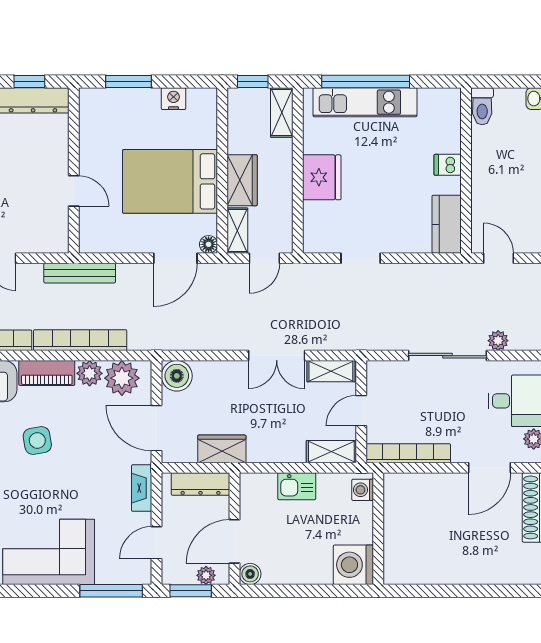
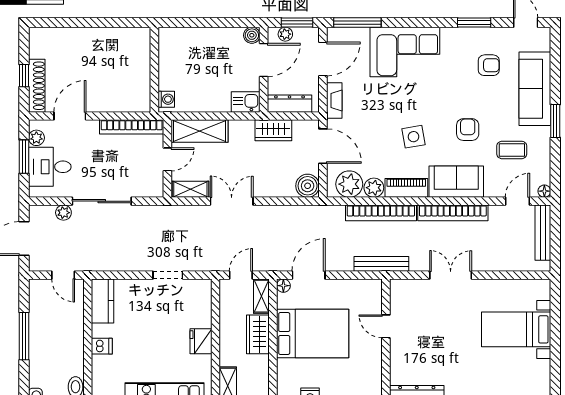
fridge: (322, 177) -> (201, 341), width x0.73, depth x0.75
shelving: (331, 452) -> (200, 131), width x1.50, depth x1.33
kitchen sink: (297, 486) -> (246, 102), moved
door: (157, 543) -> (323, 59), width x1.38
washing machine: (353, 565) -> (173, 42), removed

